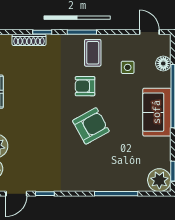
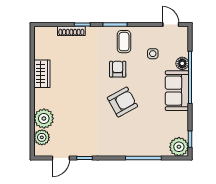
floor lamp: (163, 63) -> (182, 63), moved
armchair: (85, 86) -> (118, 69), turned 90

